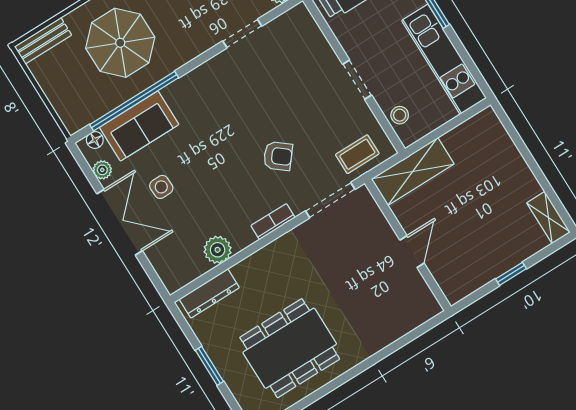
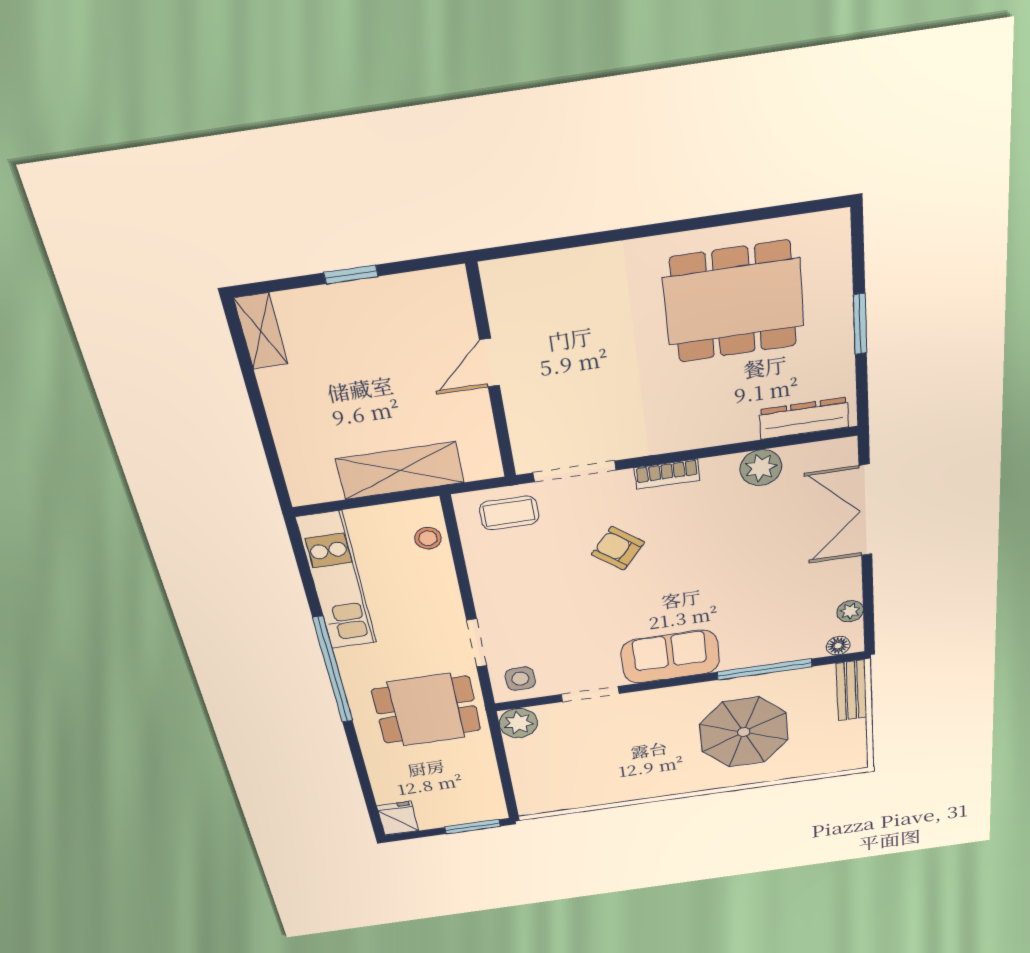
bench: (43, 41) -> (851, 690), moved, turned 90
doorway: (357, 80) -> (477, 643), moved
window: (134, 101) -> (765, 669), width x0.68
sofa: (139, 126) -> (670, 657), moved
shelving: (413, 172) -> (400, 471), moved
side table: (161, 187) -> (520, 679), moved
double door: (120, 222) -> (865, 511), moved

